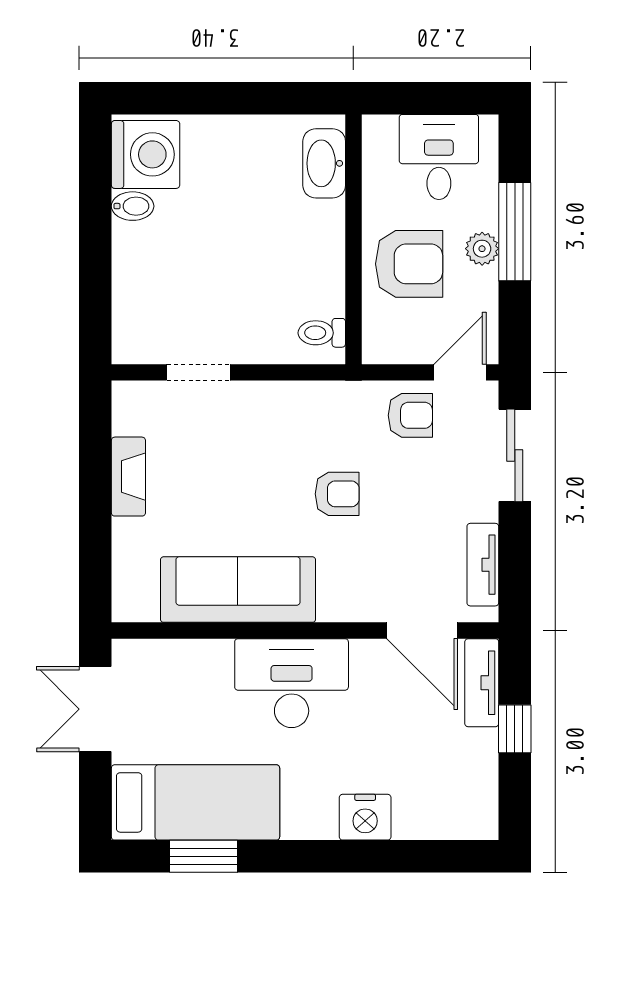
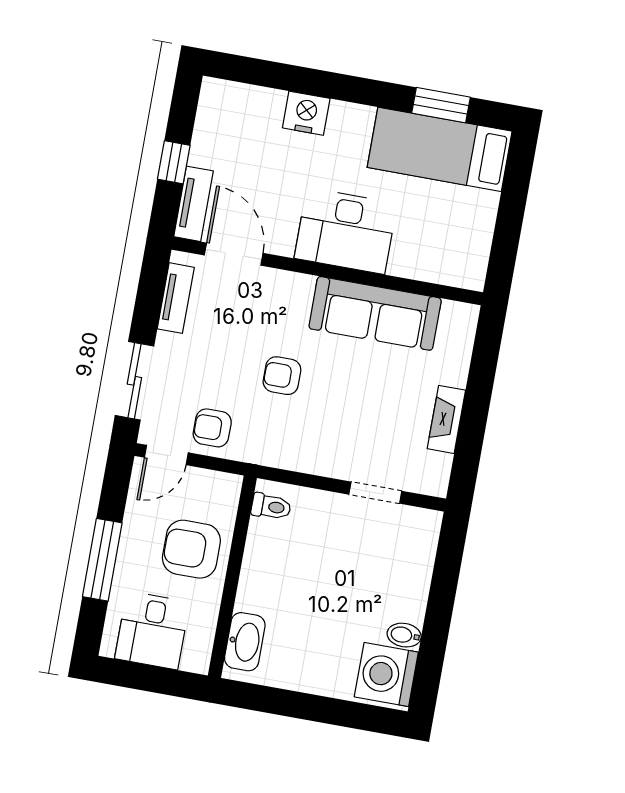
plant: (482, 249) -> (131, 551), removed
double door: (95, 709) -> (506, 238), removed

